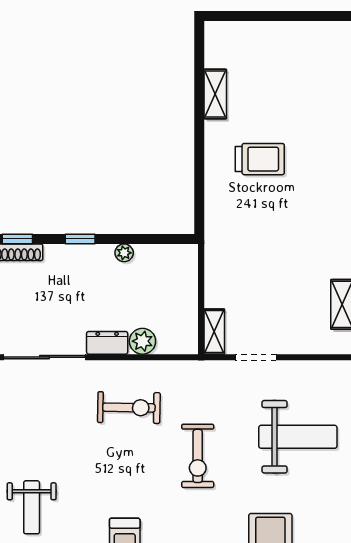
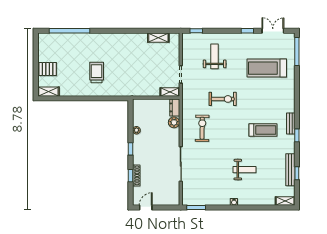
pallet: (268, 44) -> (48, 69), added
shelving: (215, 94) -> (48, 92), moved
dresser: (107, 343) -> (175, 107), moved
weight bench: (298, 437) -> (215, 56), width x0.73, depth x0.75

